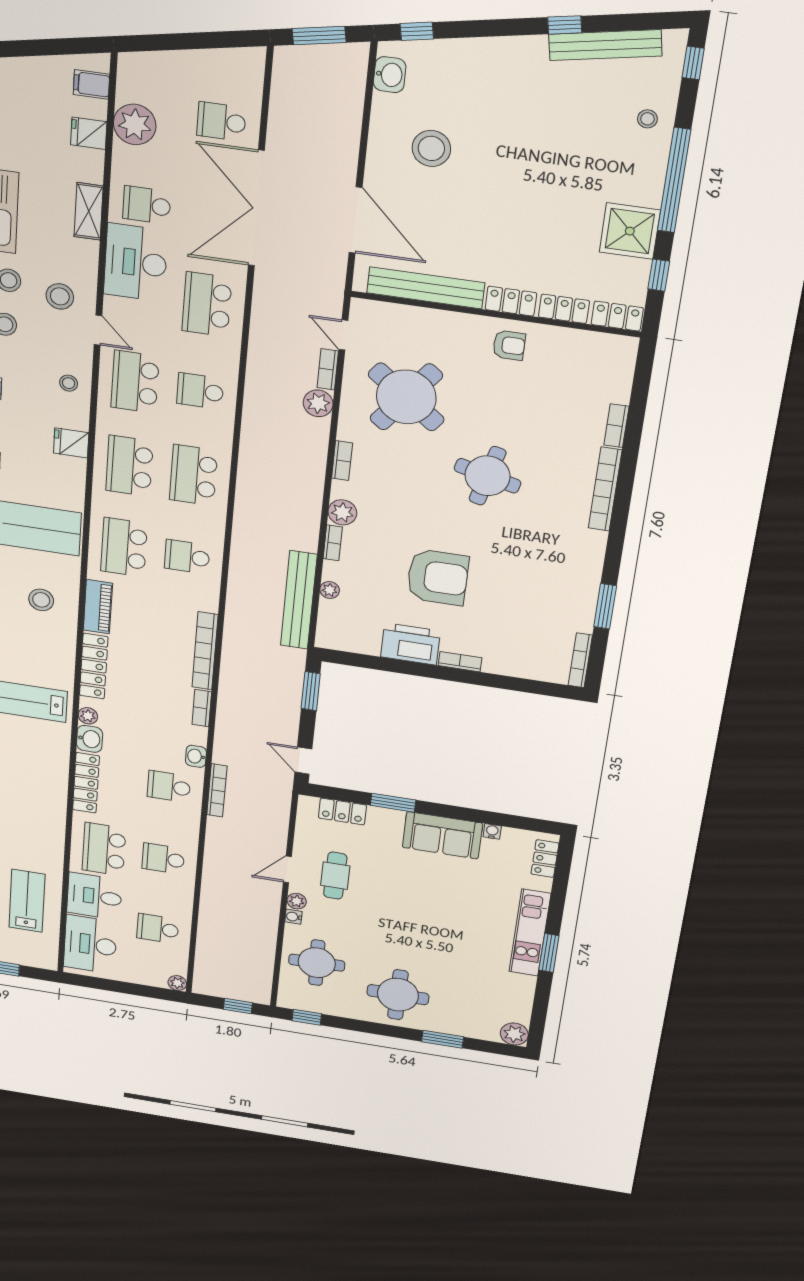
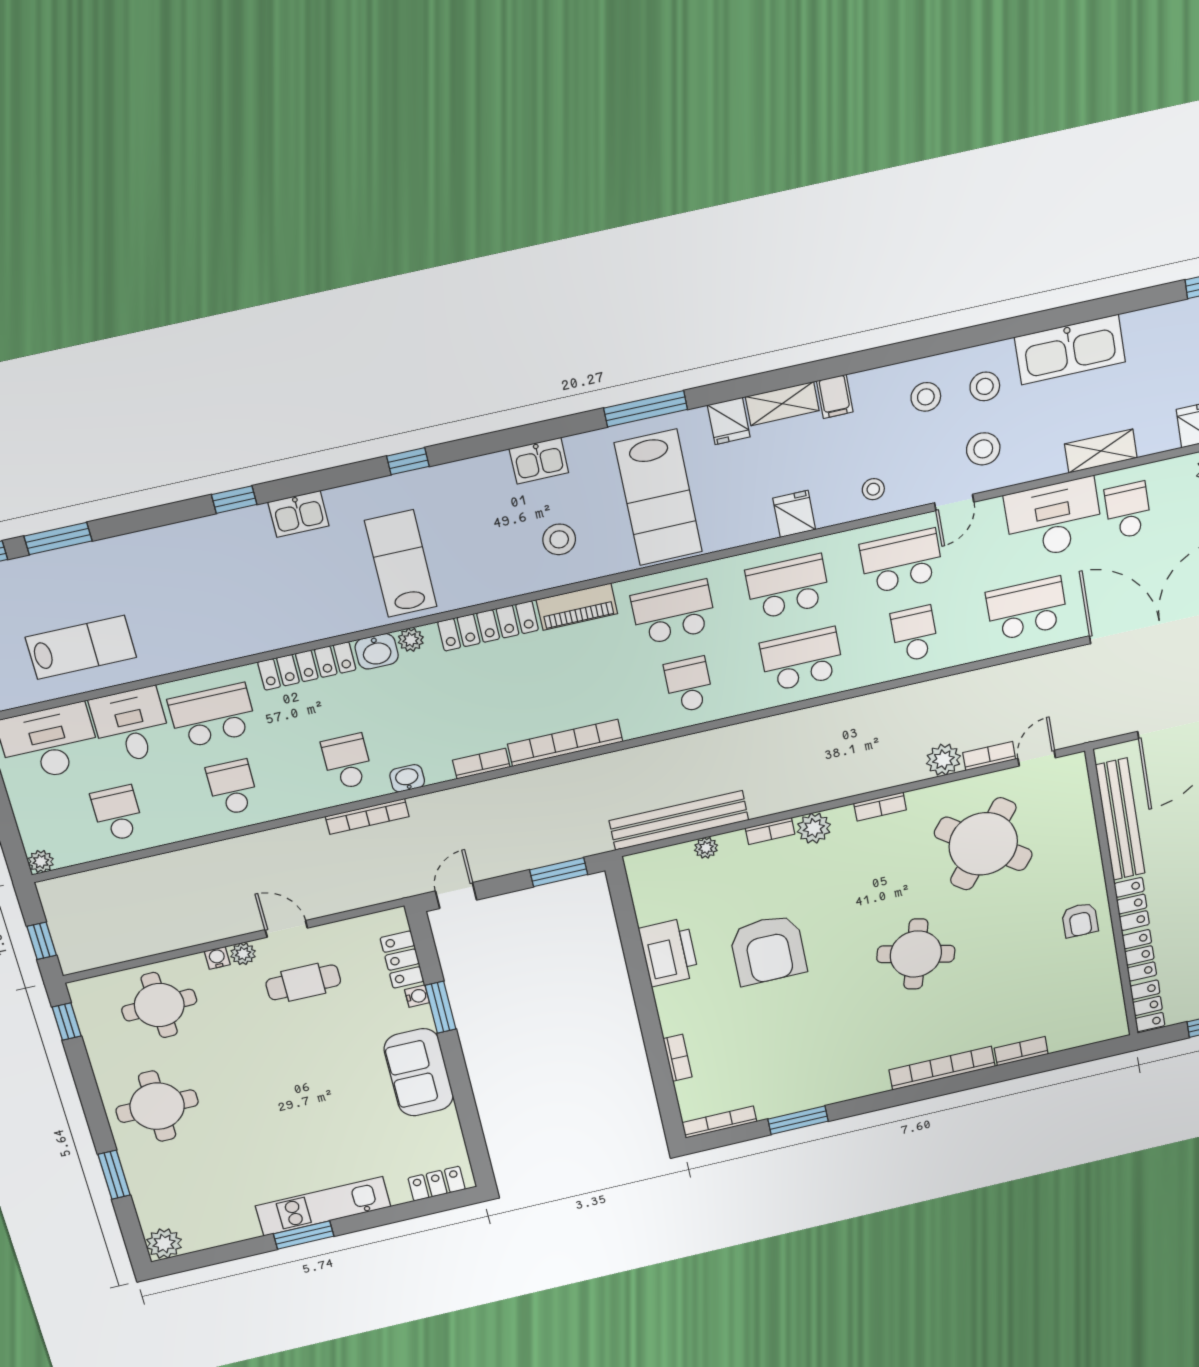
bookcase: (460, 662) -> (678, 1058), moved
water cooler: (492, 831) -> (417, 996), moved

